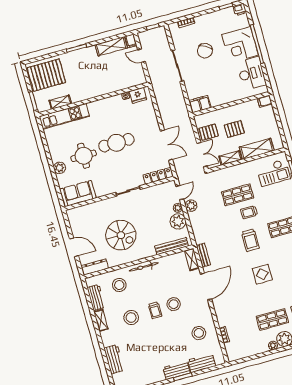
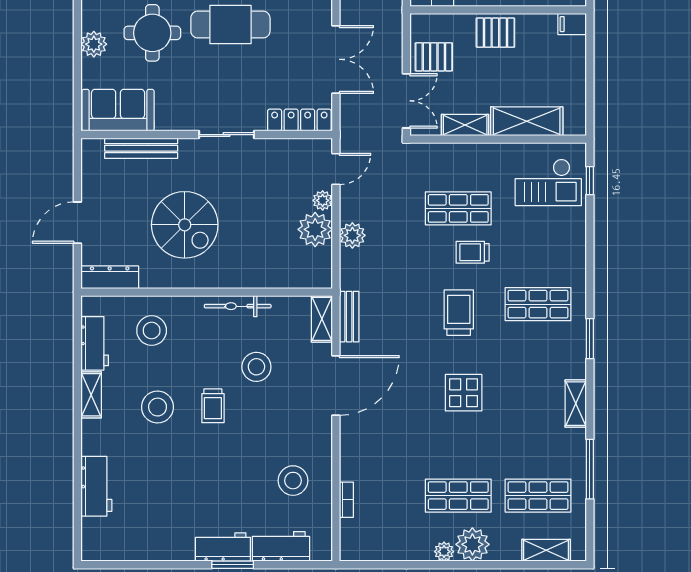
pallet: (234, 129) -> (495, 33), moved
plant: (191, 206) -> (352, 235), moved
trolley: (250, 240) -> (459, 313), turned 180
bench: (172, 246) -> (141, 148), moved
door: (74, 247) -> (77, 223), swing flipped
bicycle: (144, 267) -> (238, 306), moved
stool: (174, 304) -> (256, 367), moved

